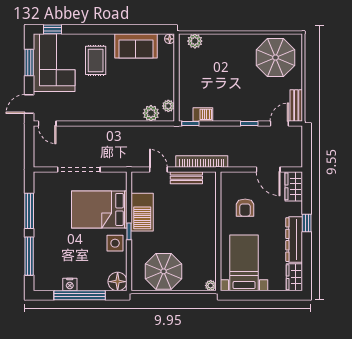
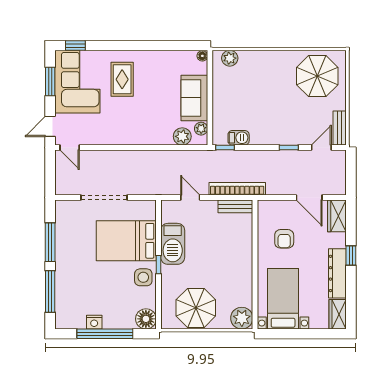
sofa: (136, 46) -> (194, 98), moved, turned 90
bench: (186, 178) -> (235, 206), moved
plant: (211, 286) -> (242, 318), width x1.88, depth x1.88

